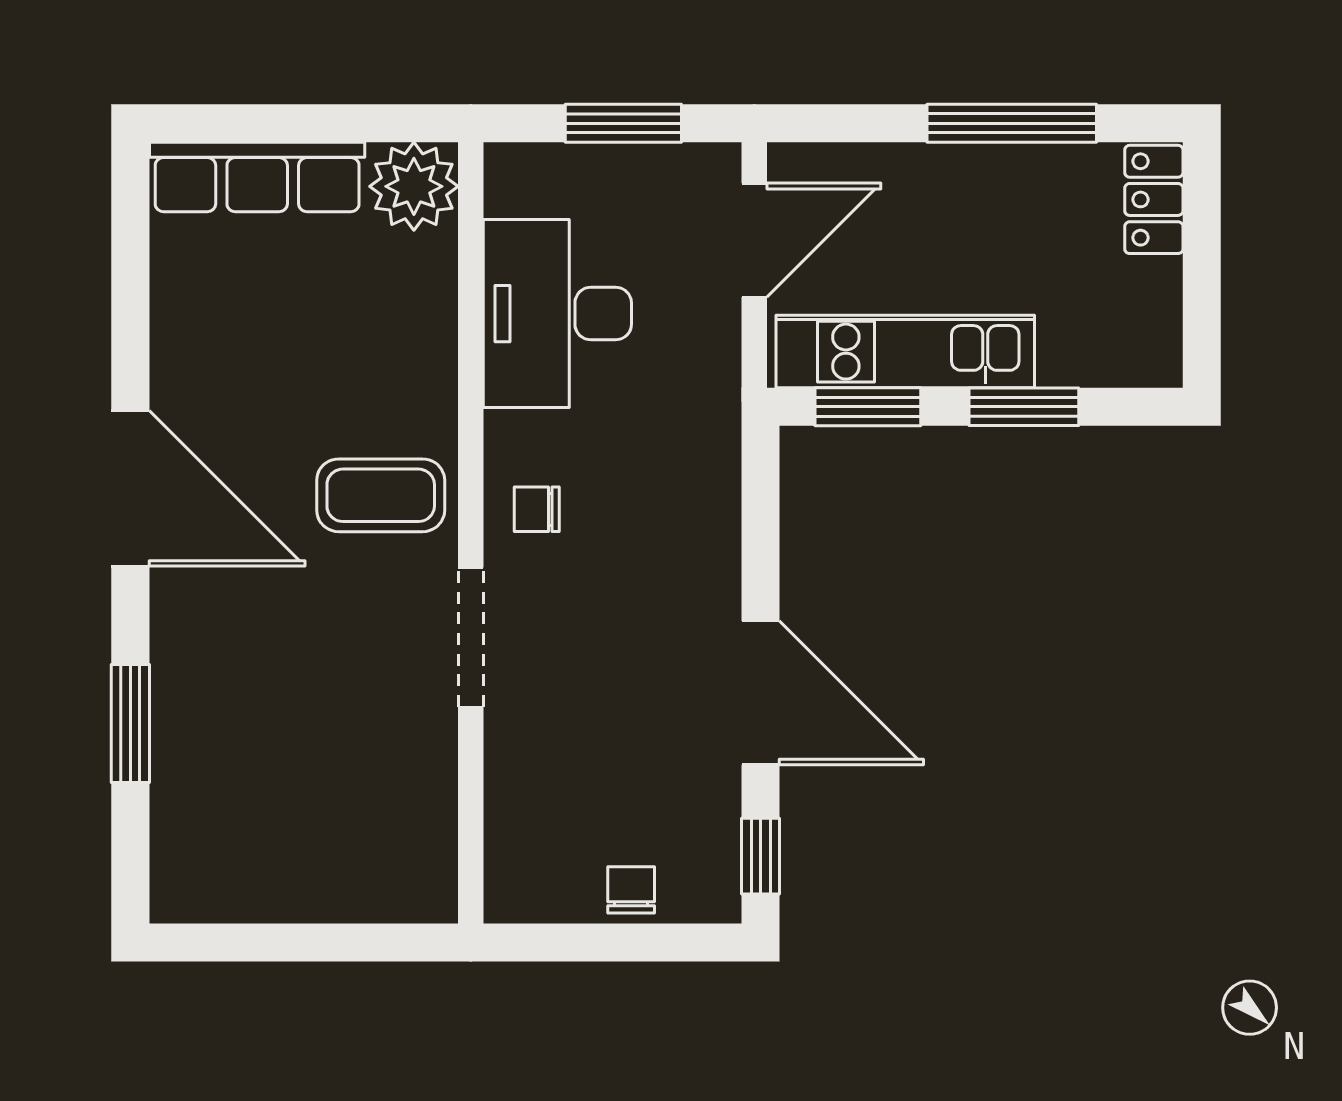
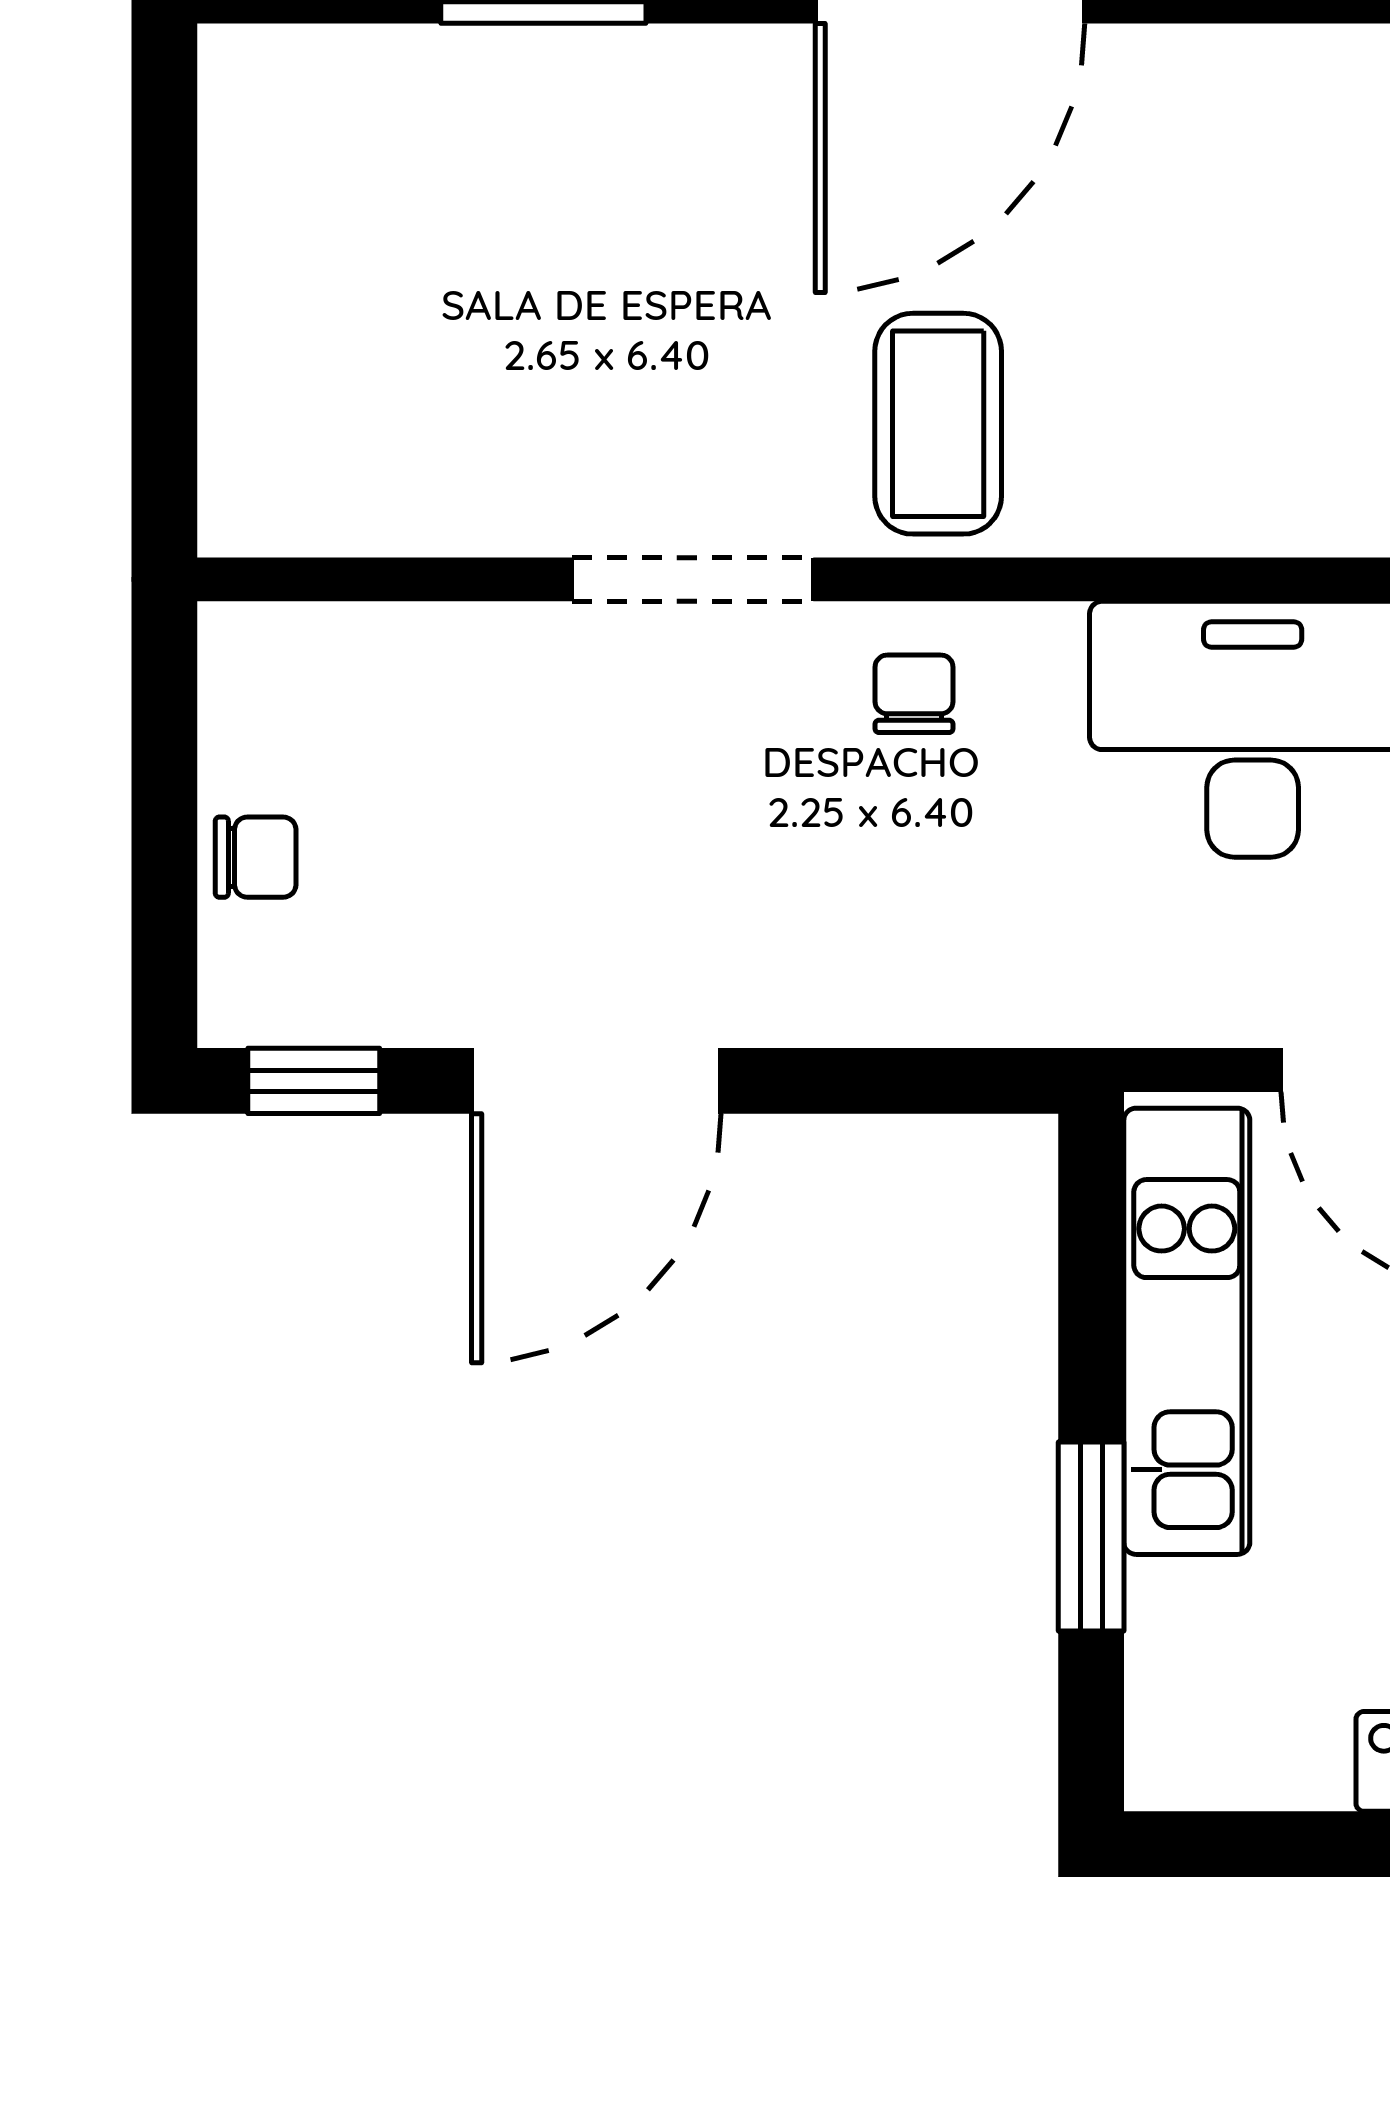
window: (868, 407) -> (1091, 1267), removed

